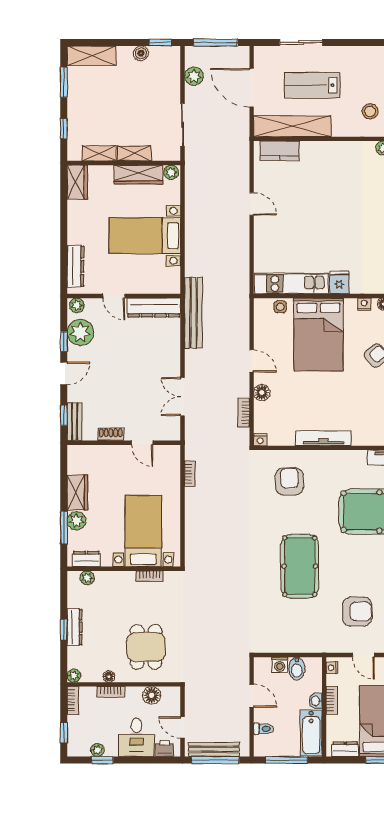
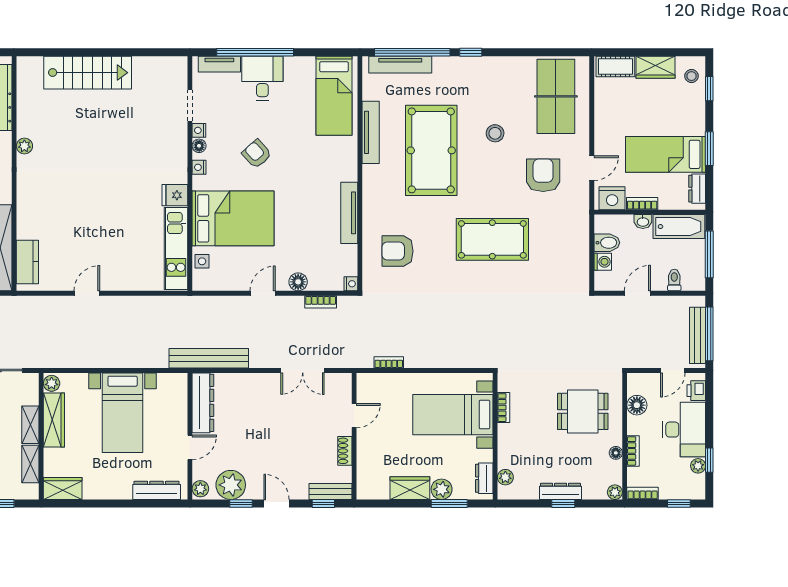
nightstand: (332, 668) -> (612, 198), width x1.89, depth x1.79
desk: (136, 737) -> (684, 430), width x1.37

